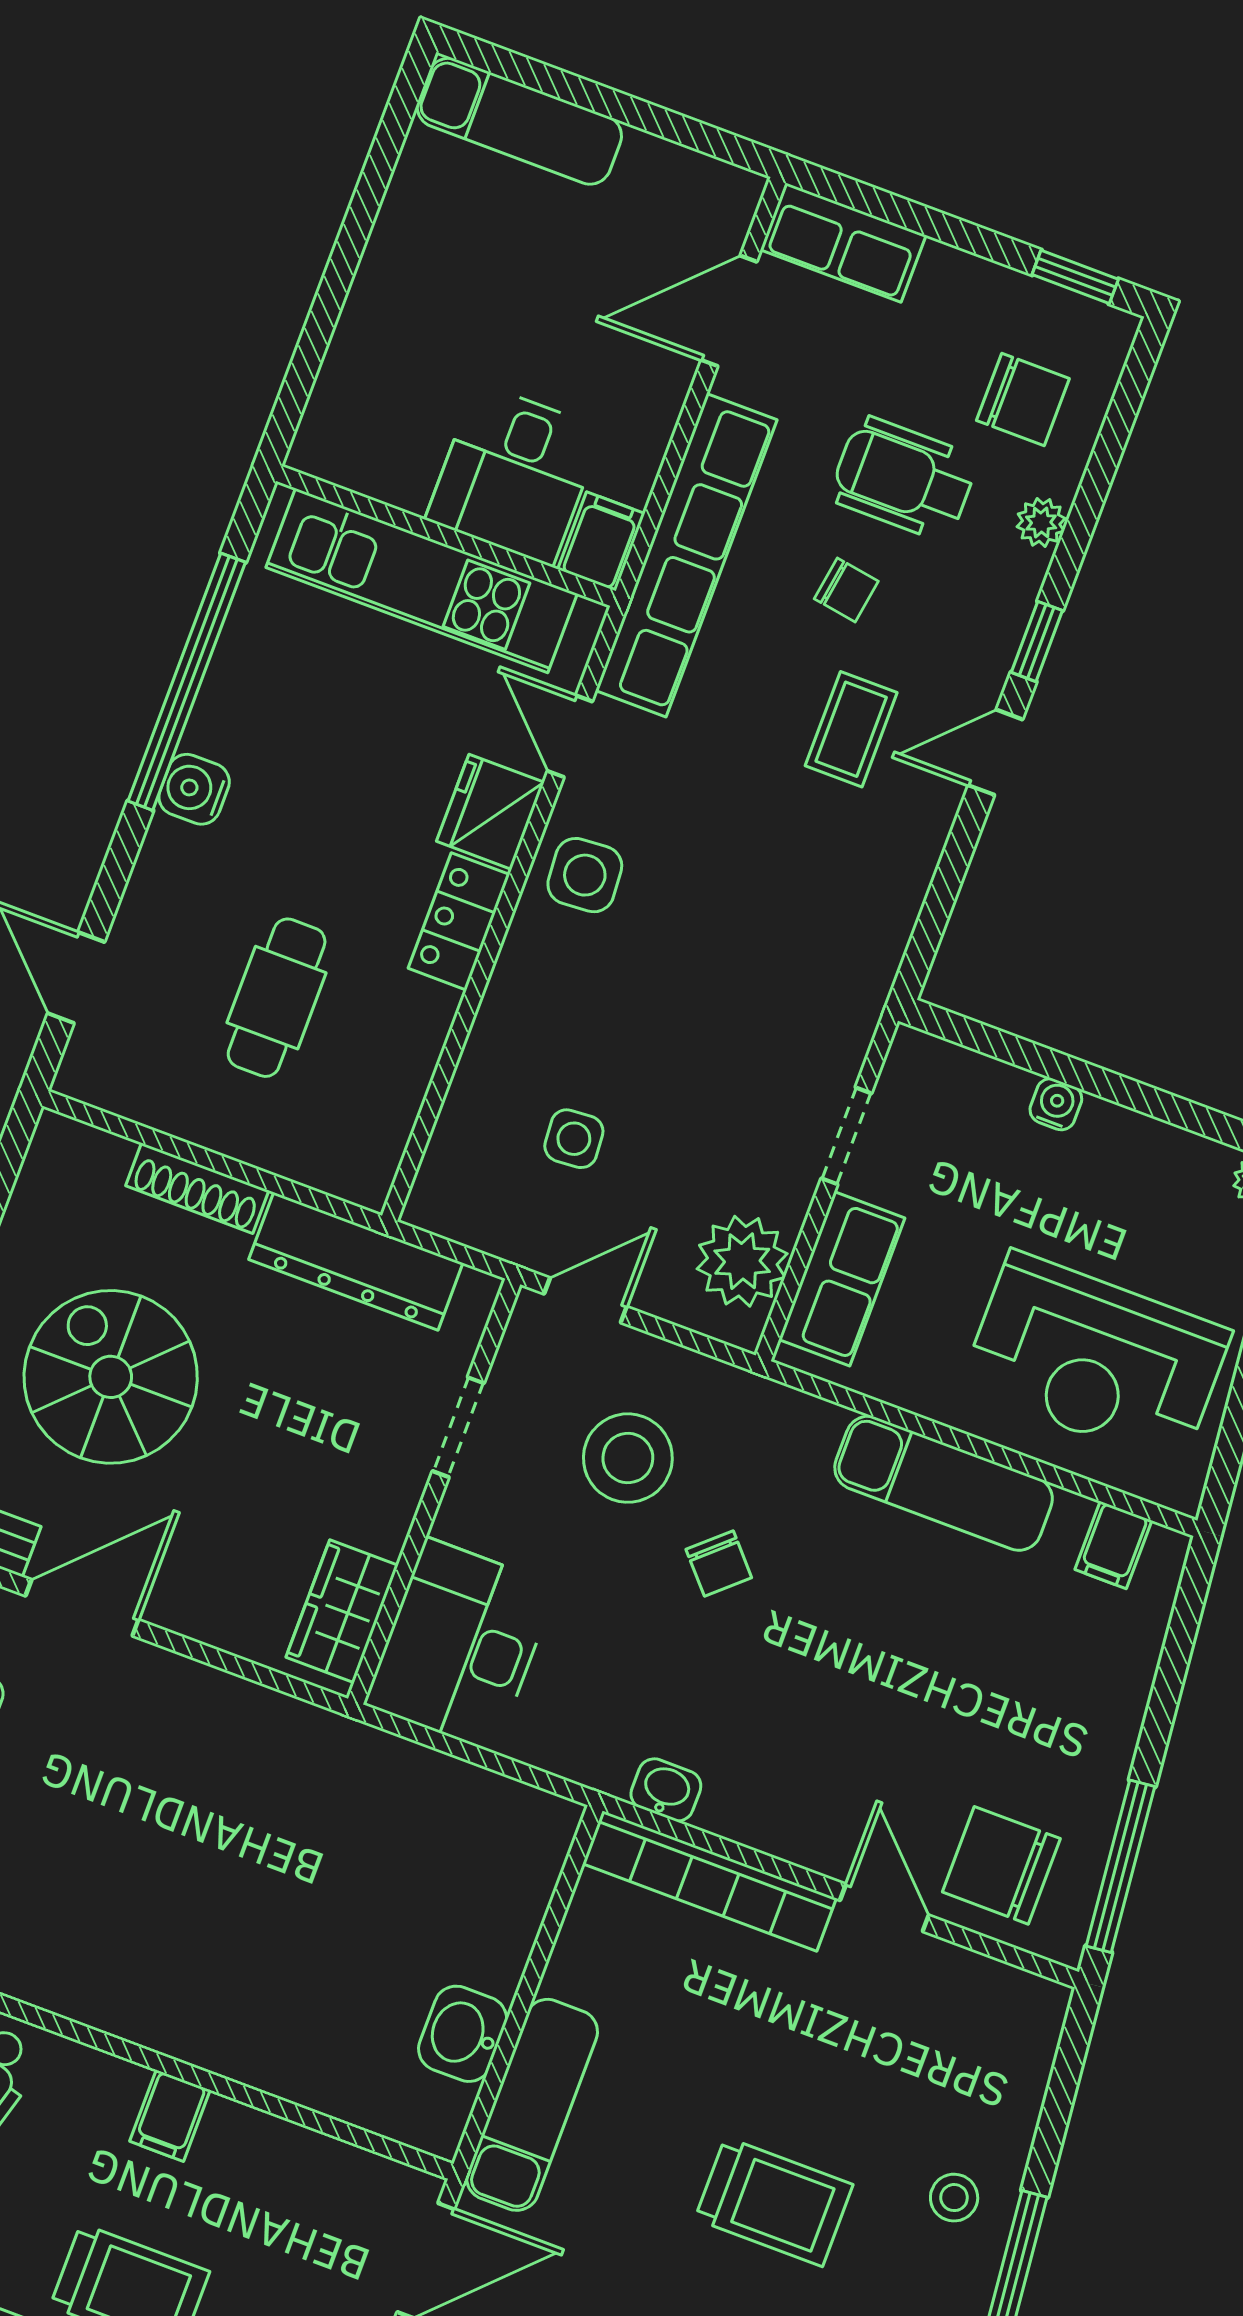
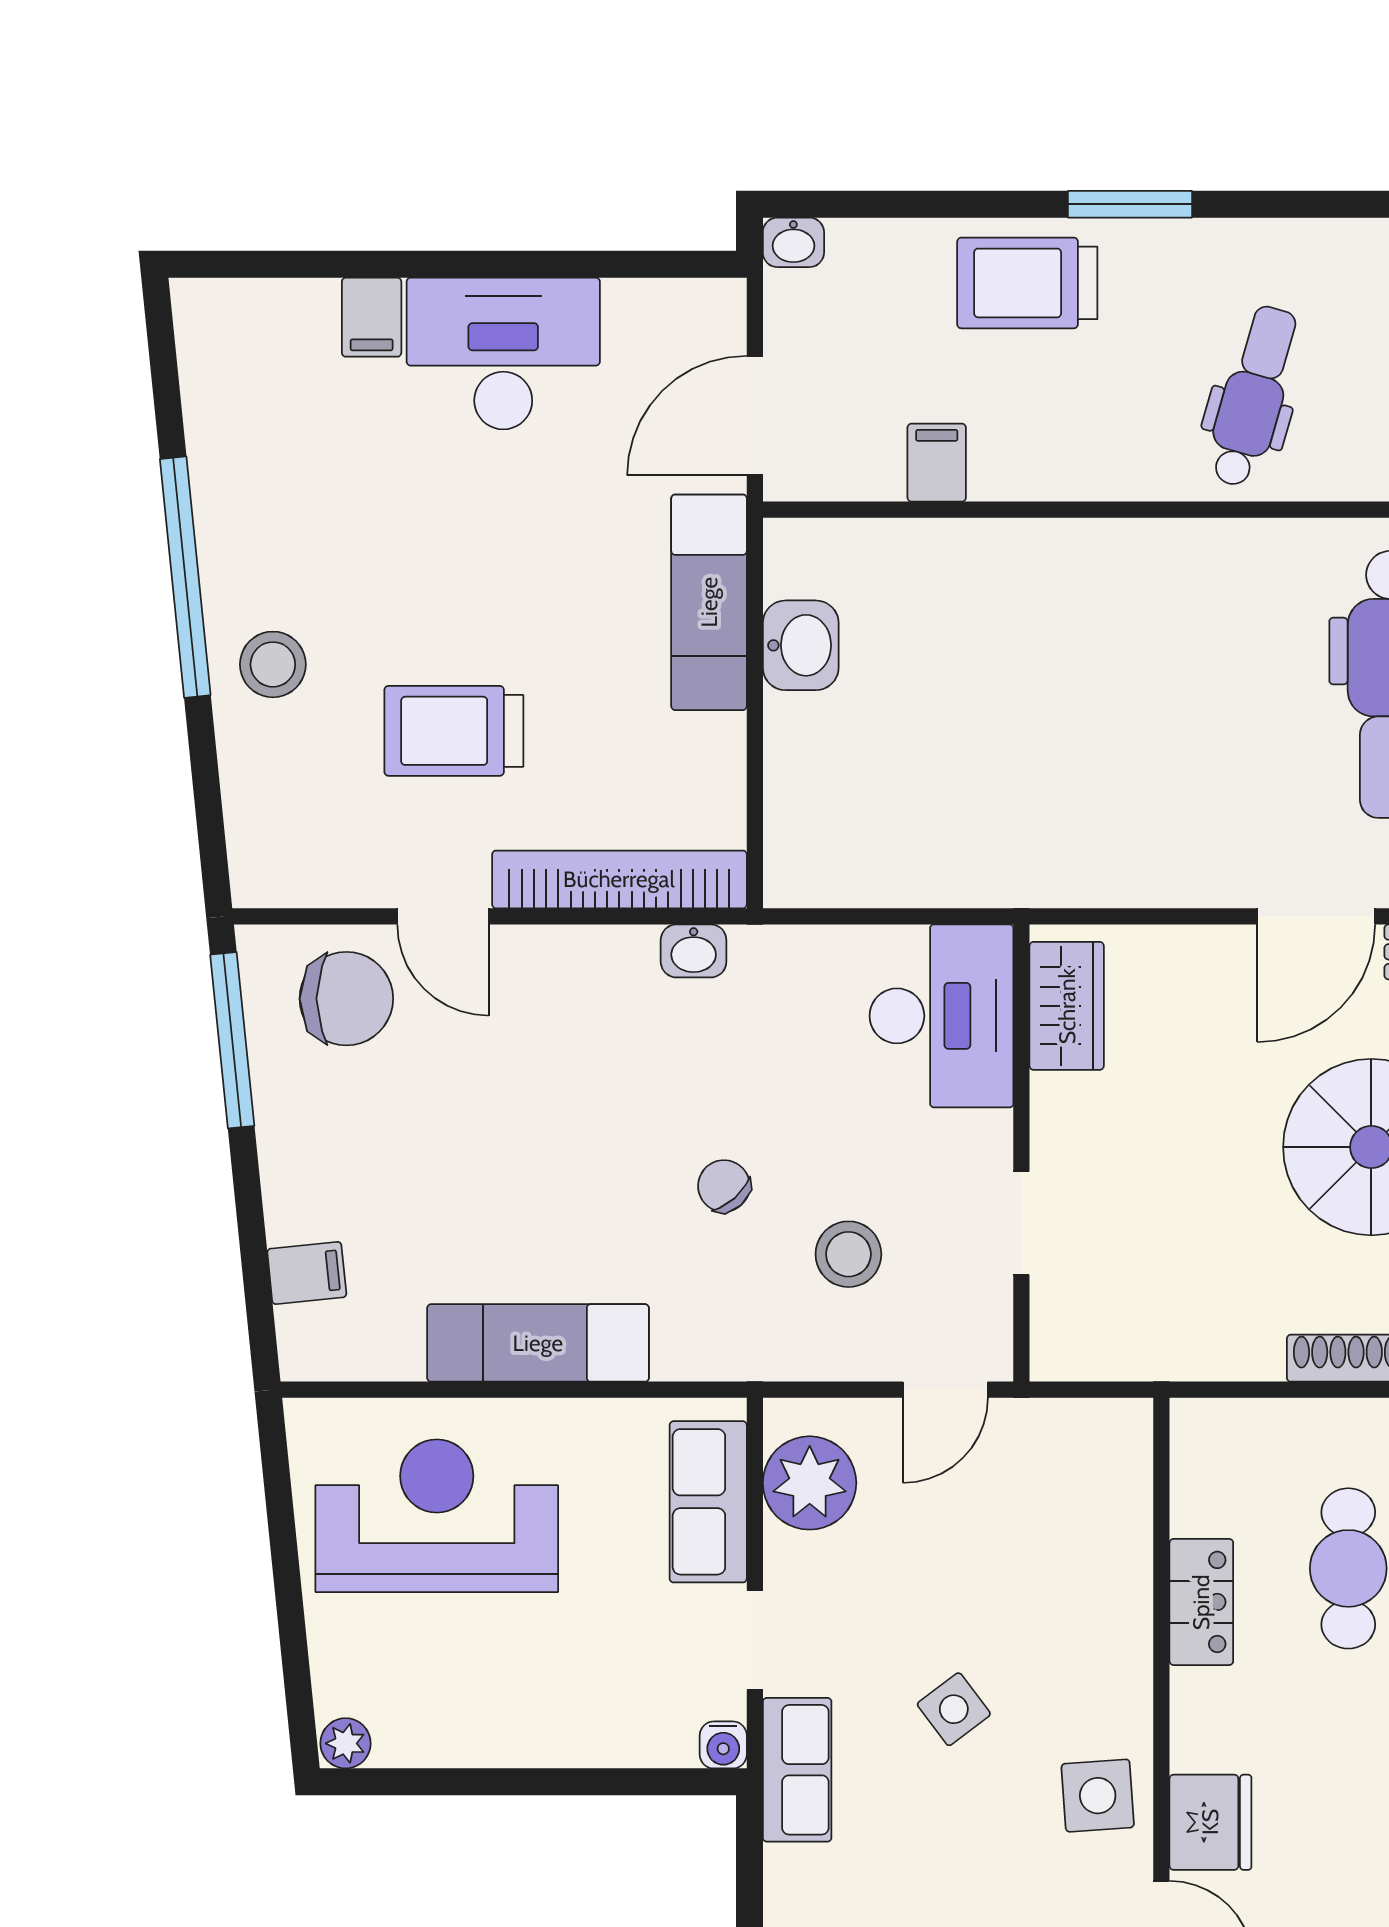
locker: (459, 921) -> (1201, 1602), moved
row of seats: (852, 1002) -> (797, 1770), added
water cooler: (1056, 1104) -> (723, 1745), moved
side table: (574, 1139) -> (954, 1709), moved, turned -33
dresser: (356, 1261) -> (1179, 1345), removed
stool: (628, 1458) -> (848, 1254), width x0.73, depth x0.73
filing cabinet: (1113, 1545) -> (307, 1273), moved, turned 84
filing cabinet: (170, 2116) -> (937, 463), moved
stool: (954, 2198) -> (273, 664), width x1.37, depth x1.37
trolley: (774, 2202) -> (454, 731), moved

